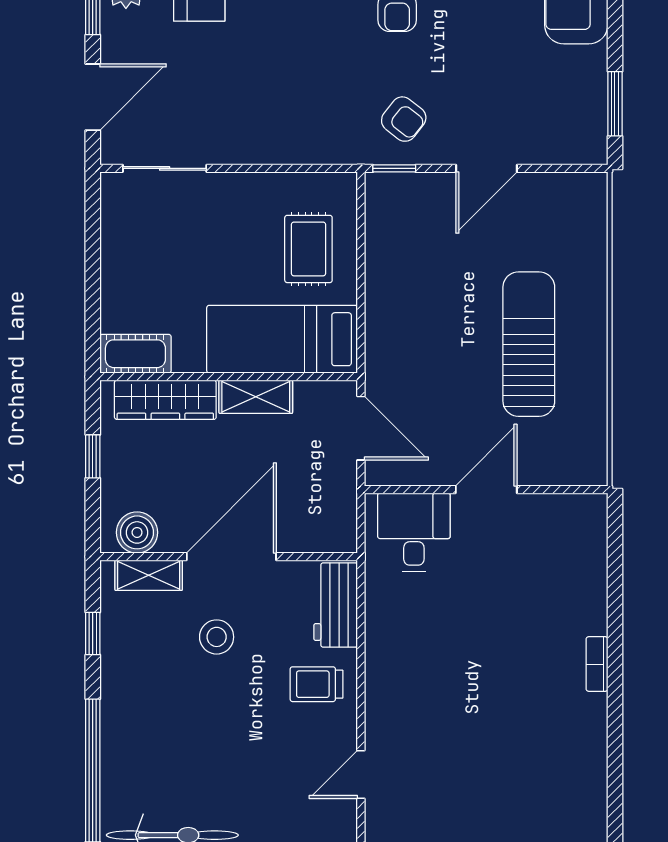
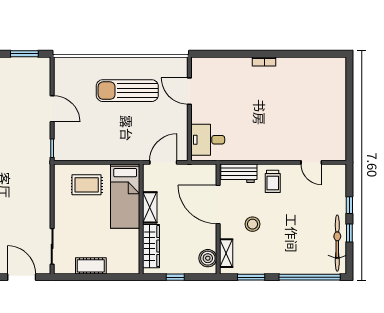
armchair: (404, 119) -> (31, 144), removed
cot: (135, 354) -> (91, 266), moved, turned 90
door: (486, 490) -> (189, 91), moved
door: (231, 557) -> (218, 204), moved
window: (93, 633) -> (251, 277), width x1.50

